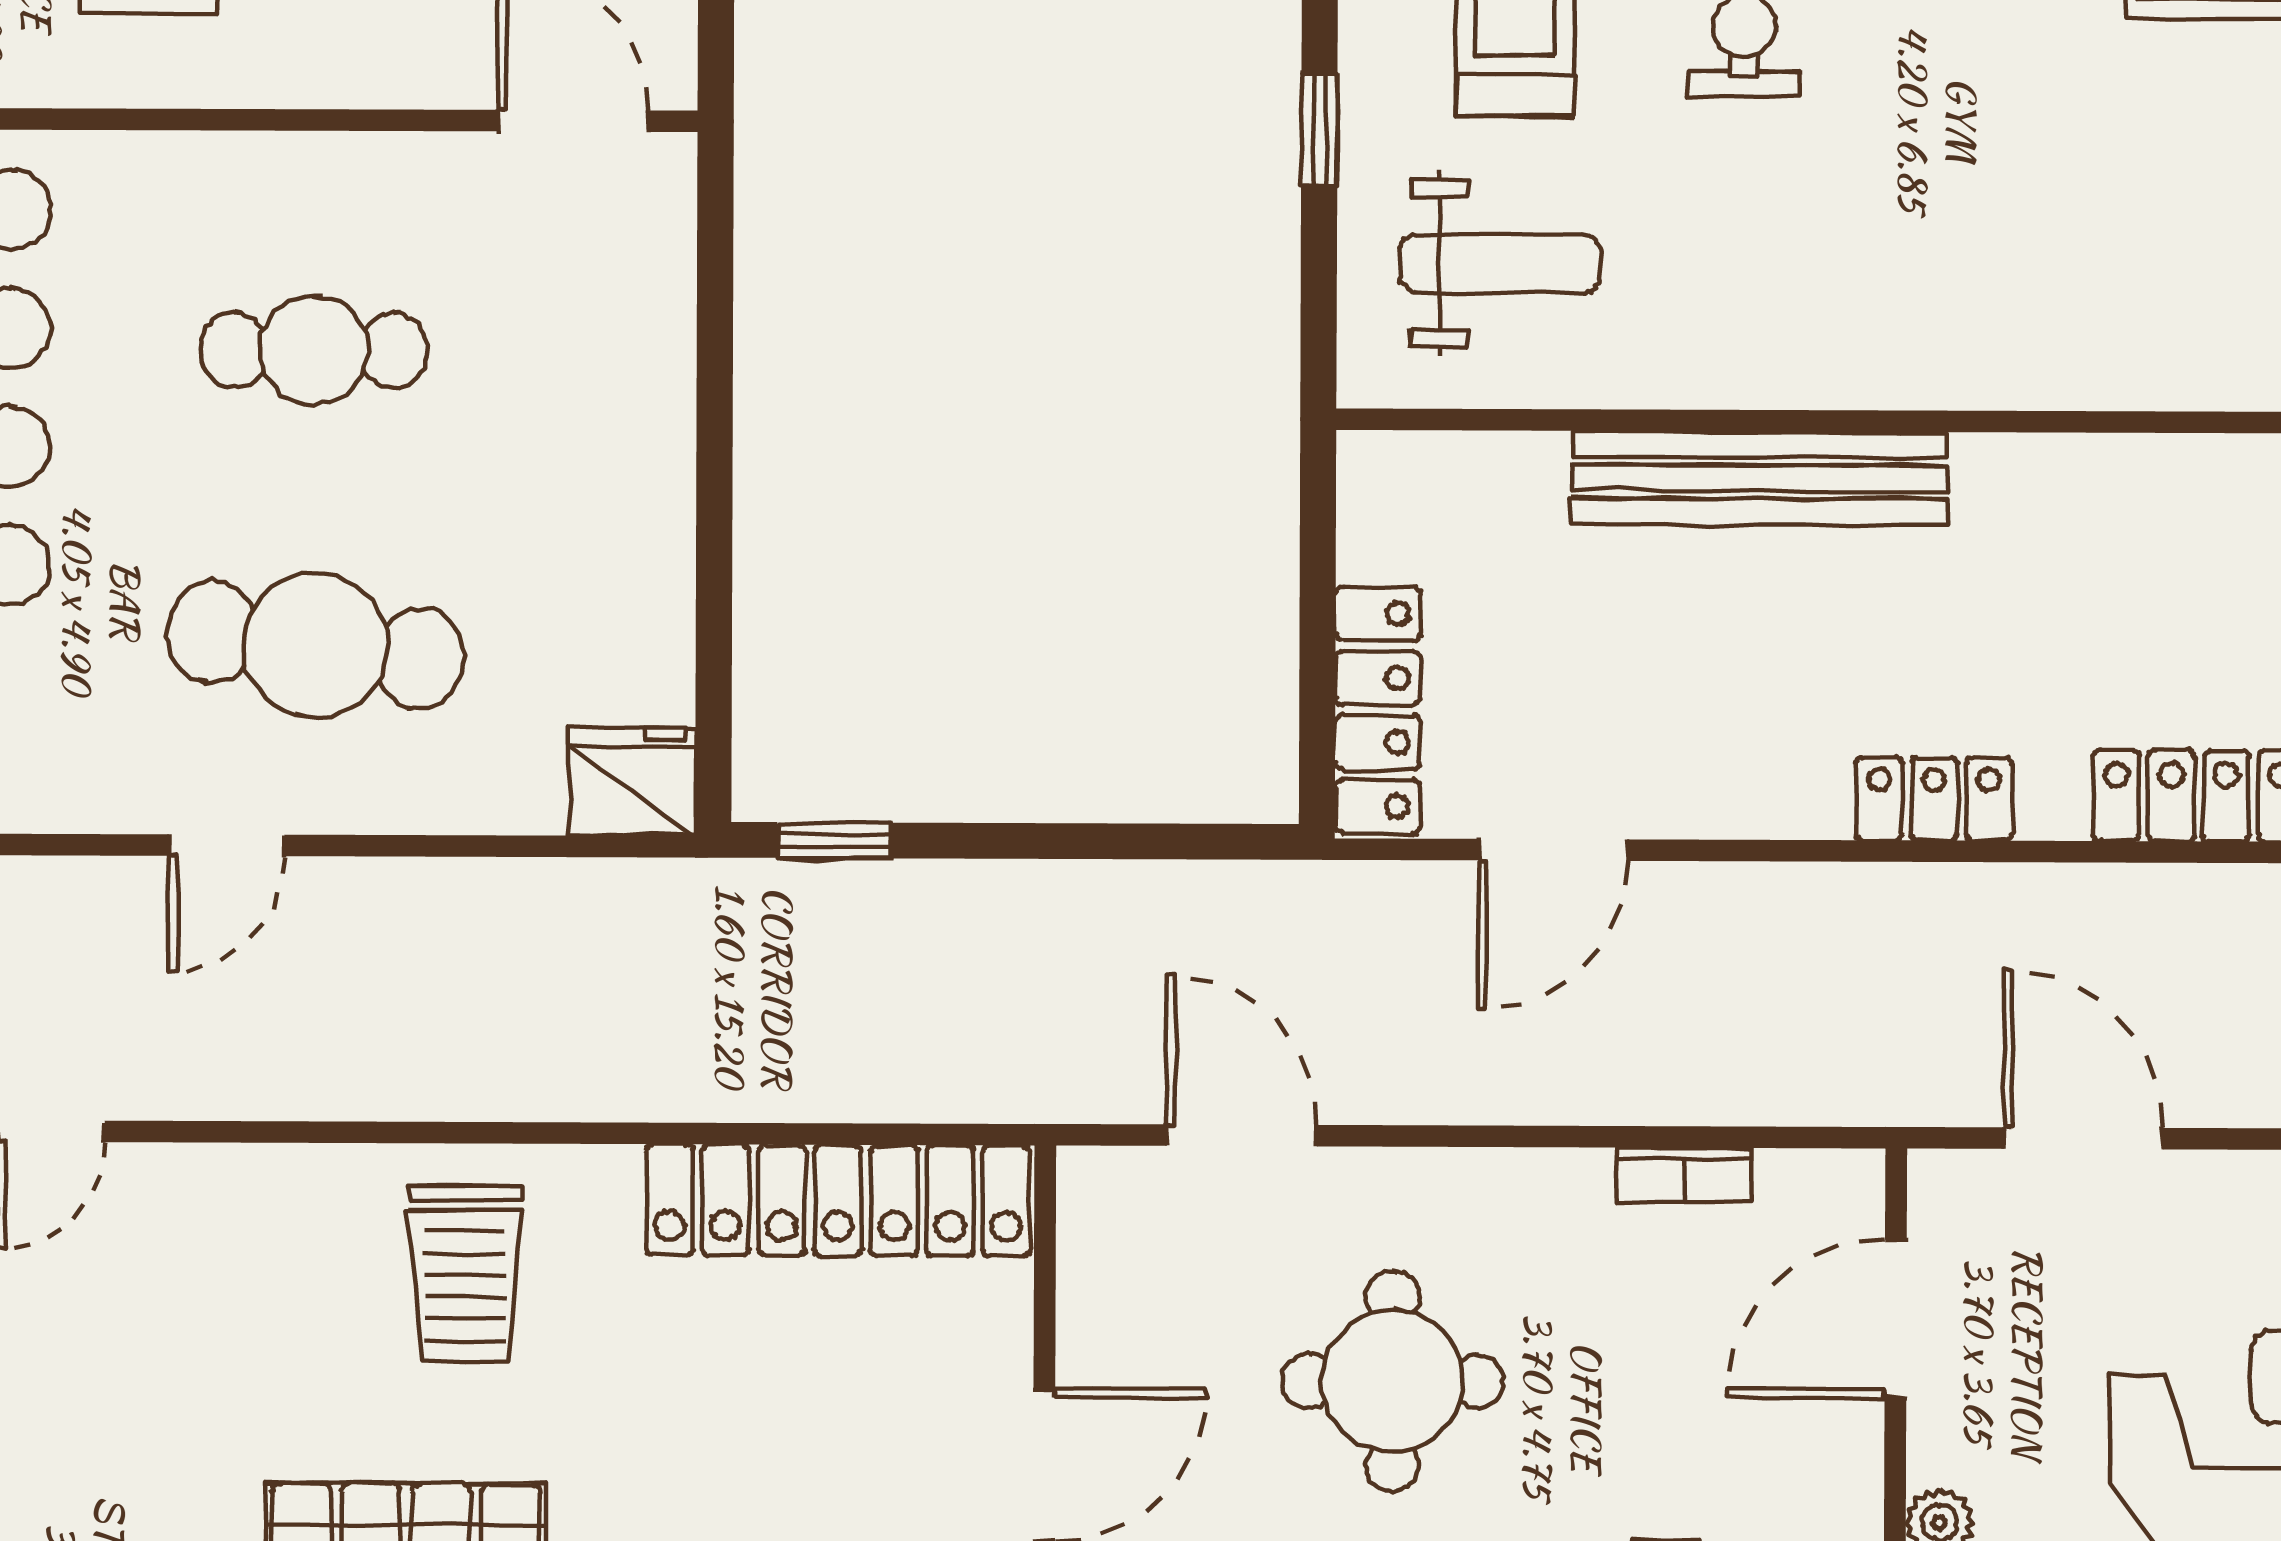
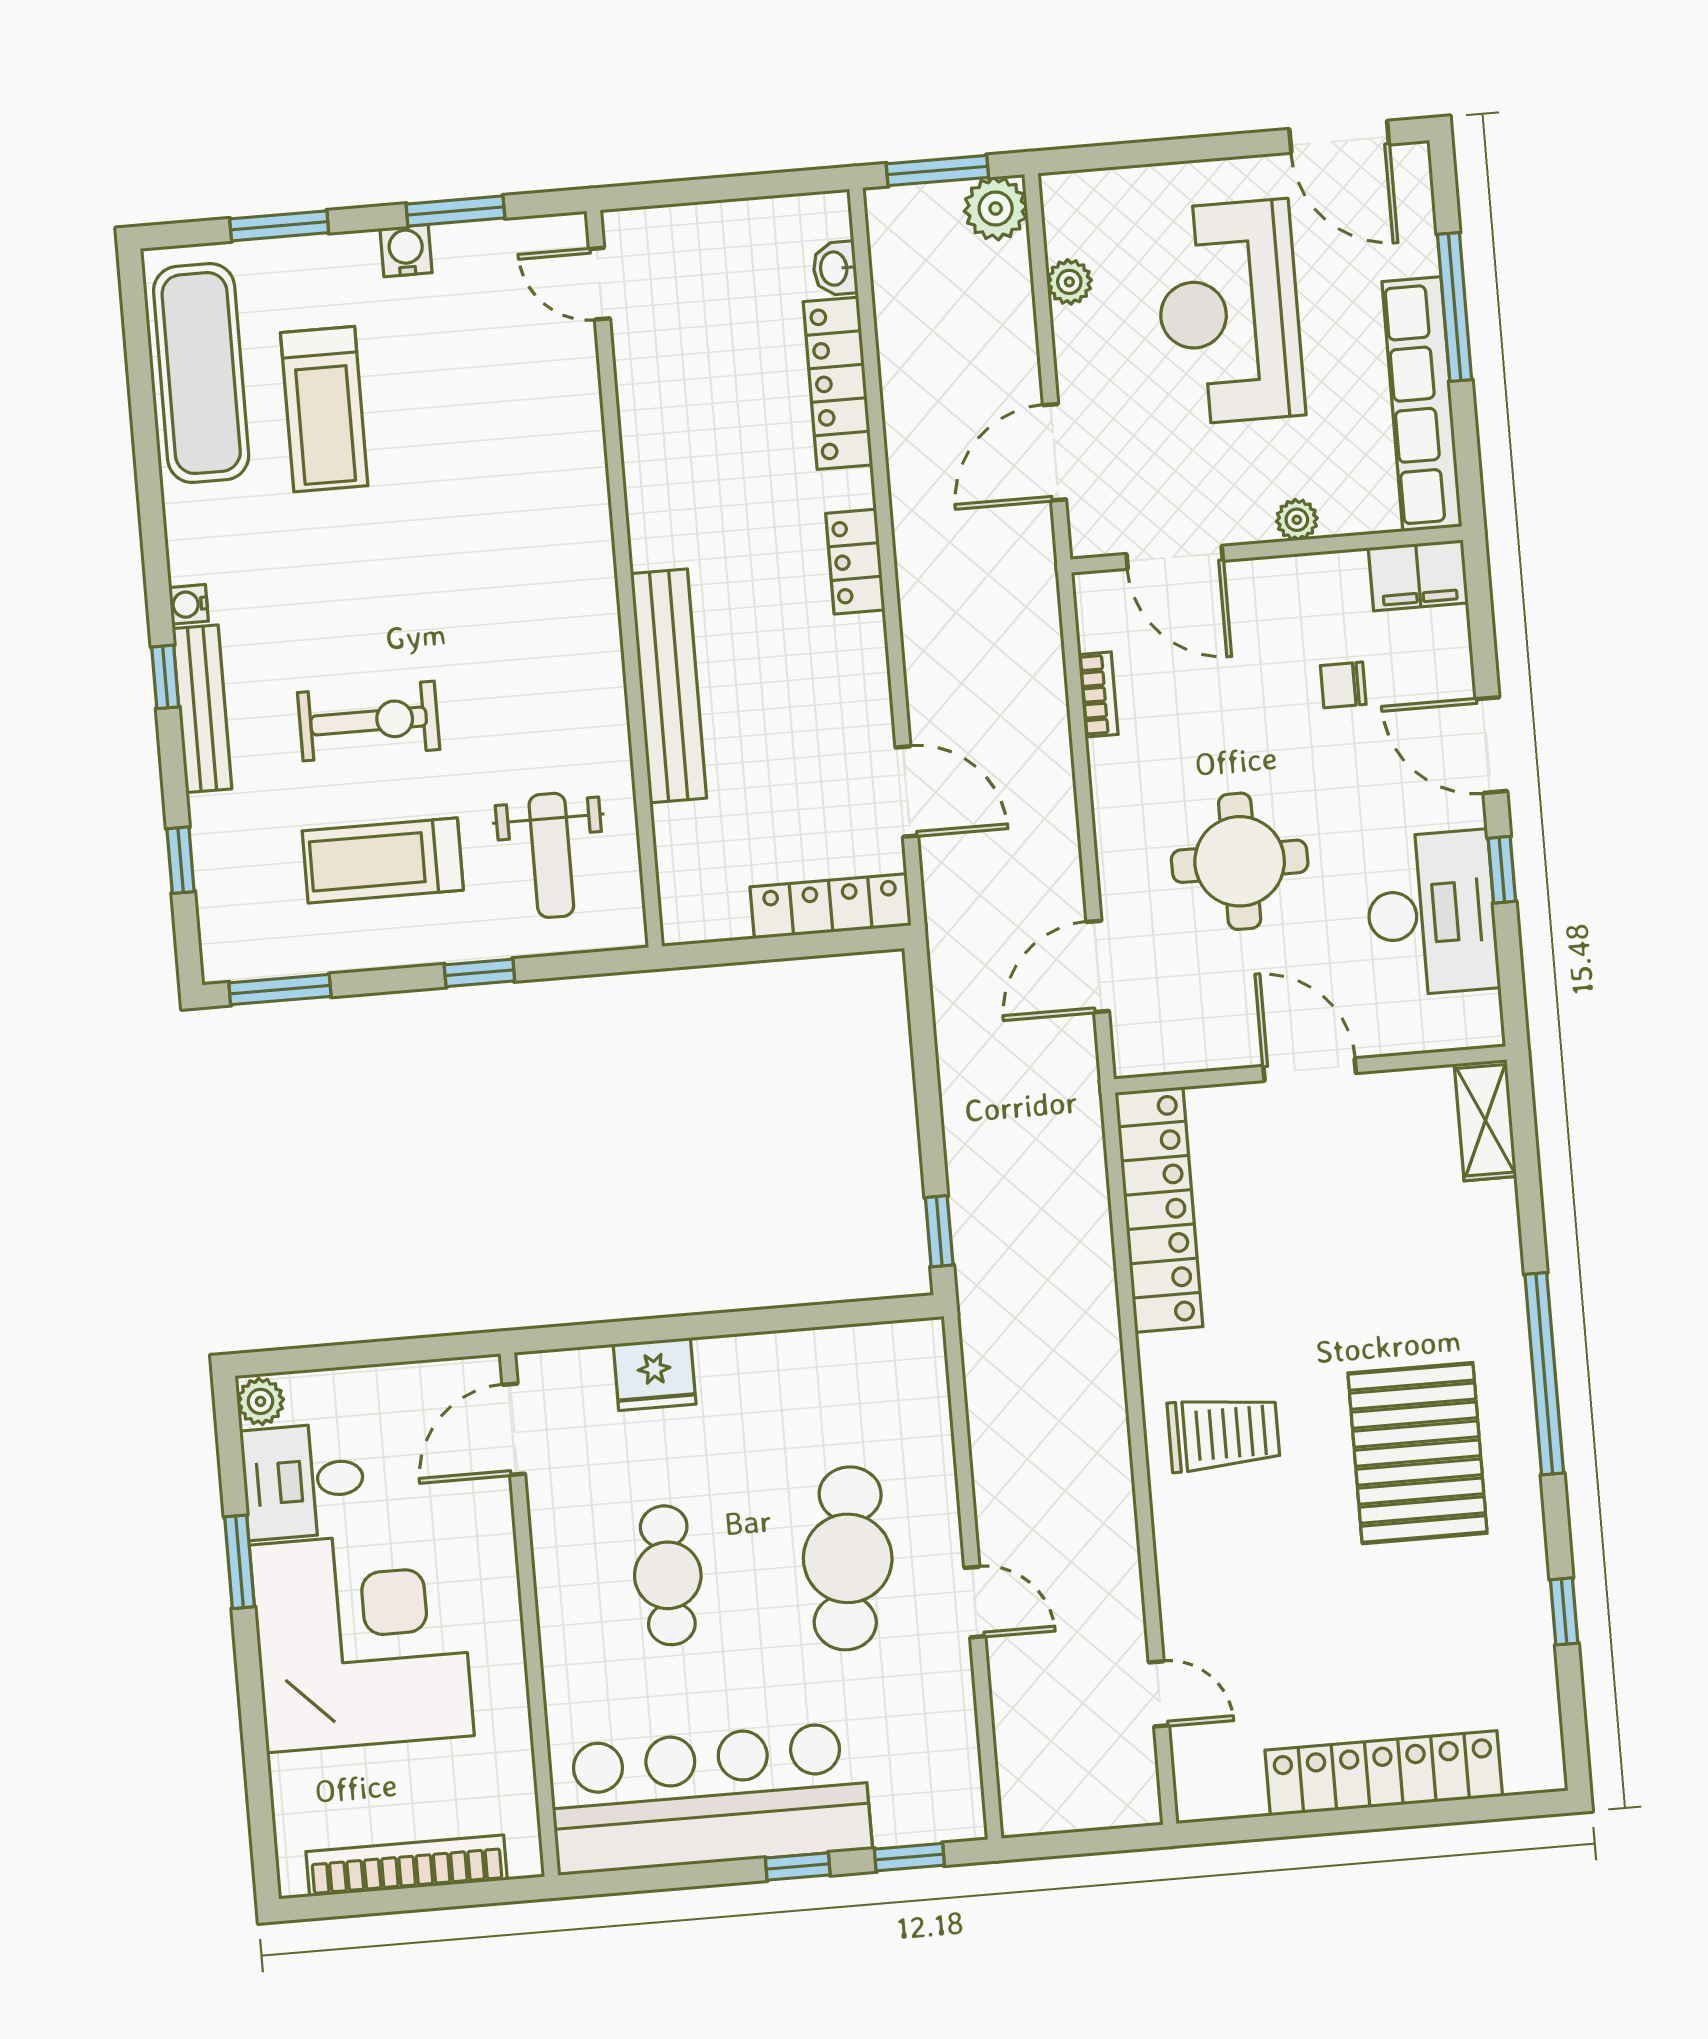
weight bench: (1500, 264) -> (551, 855), turned 180
fridge: (632, 781) -> (655, 1374), moved, turned -90

